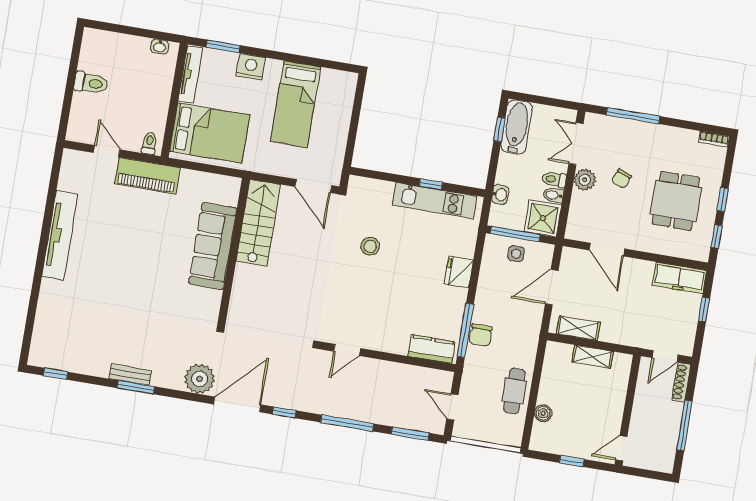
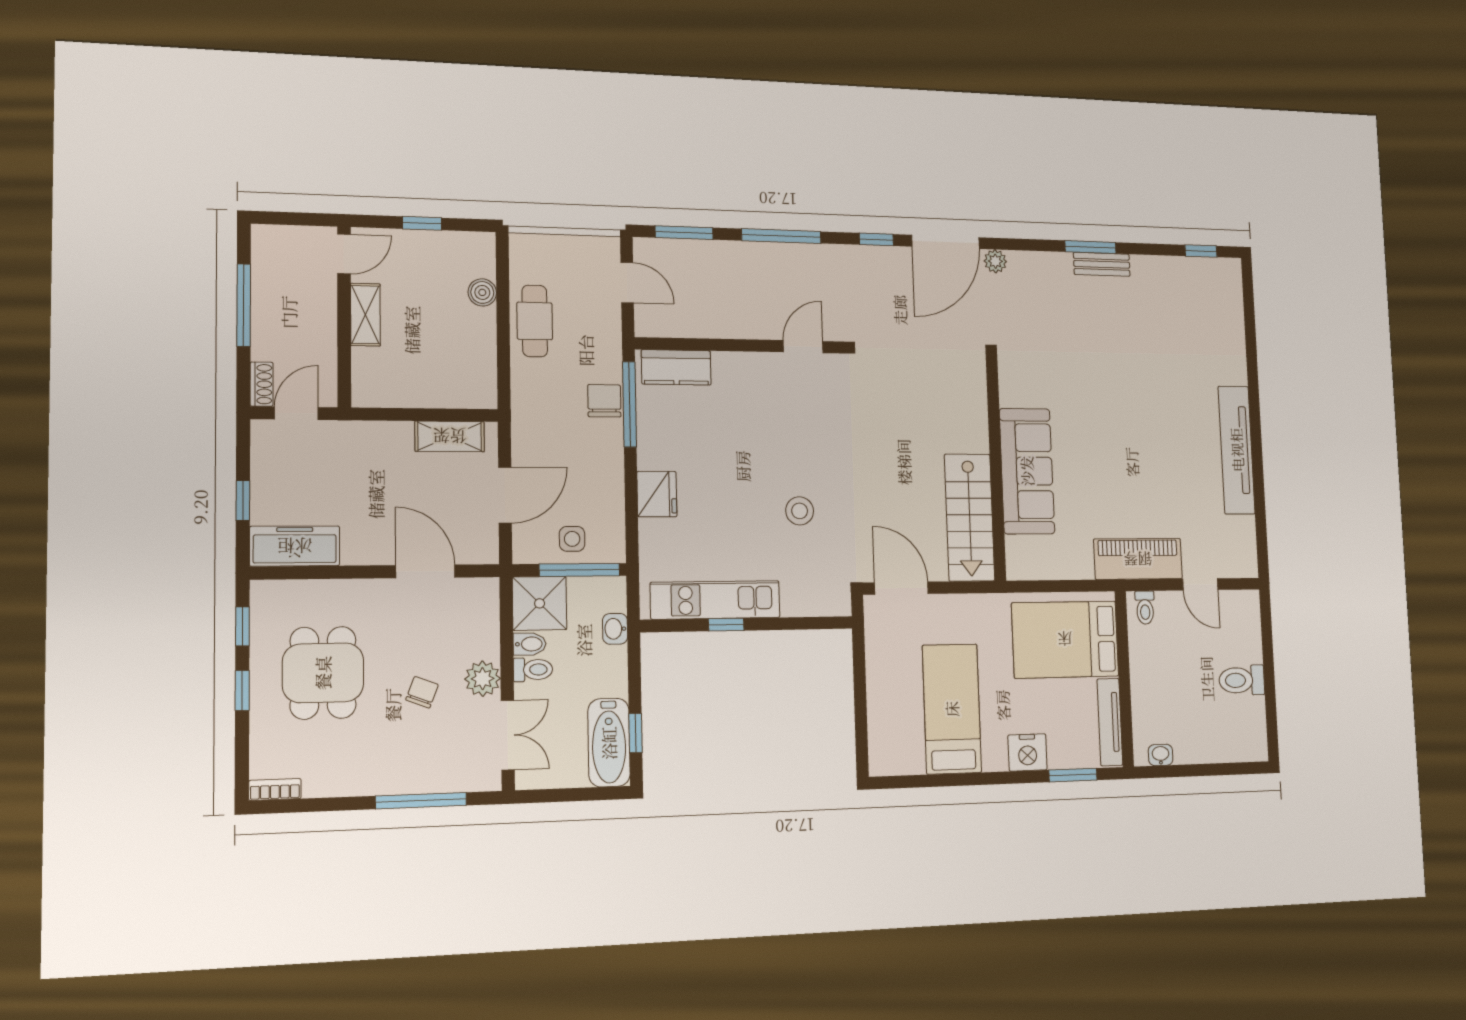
shelving: (592, 357) -> (365, 315), moved, turned 90
plant: (200, 379) -> (995, 261), width x0.53, depth x0.53
shoe rack: (681, 382) -> (262, 384), width x0.70

